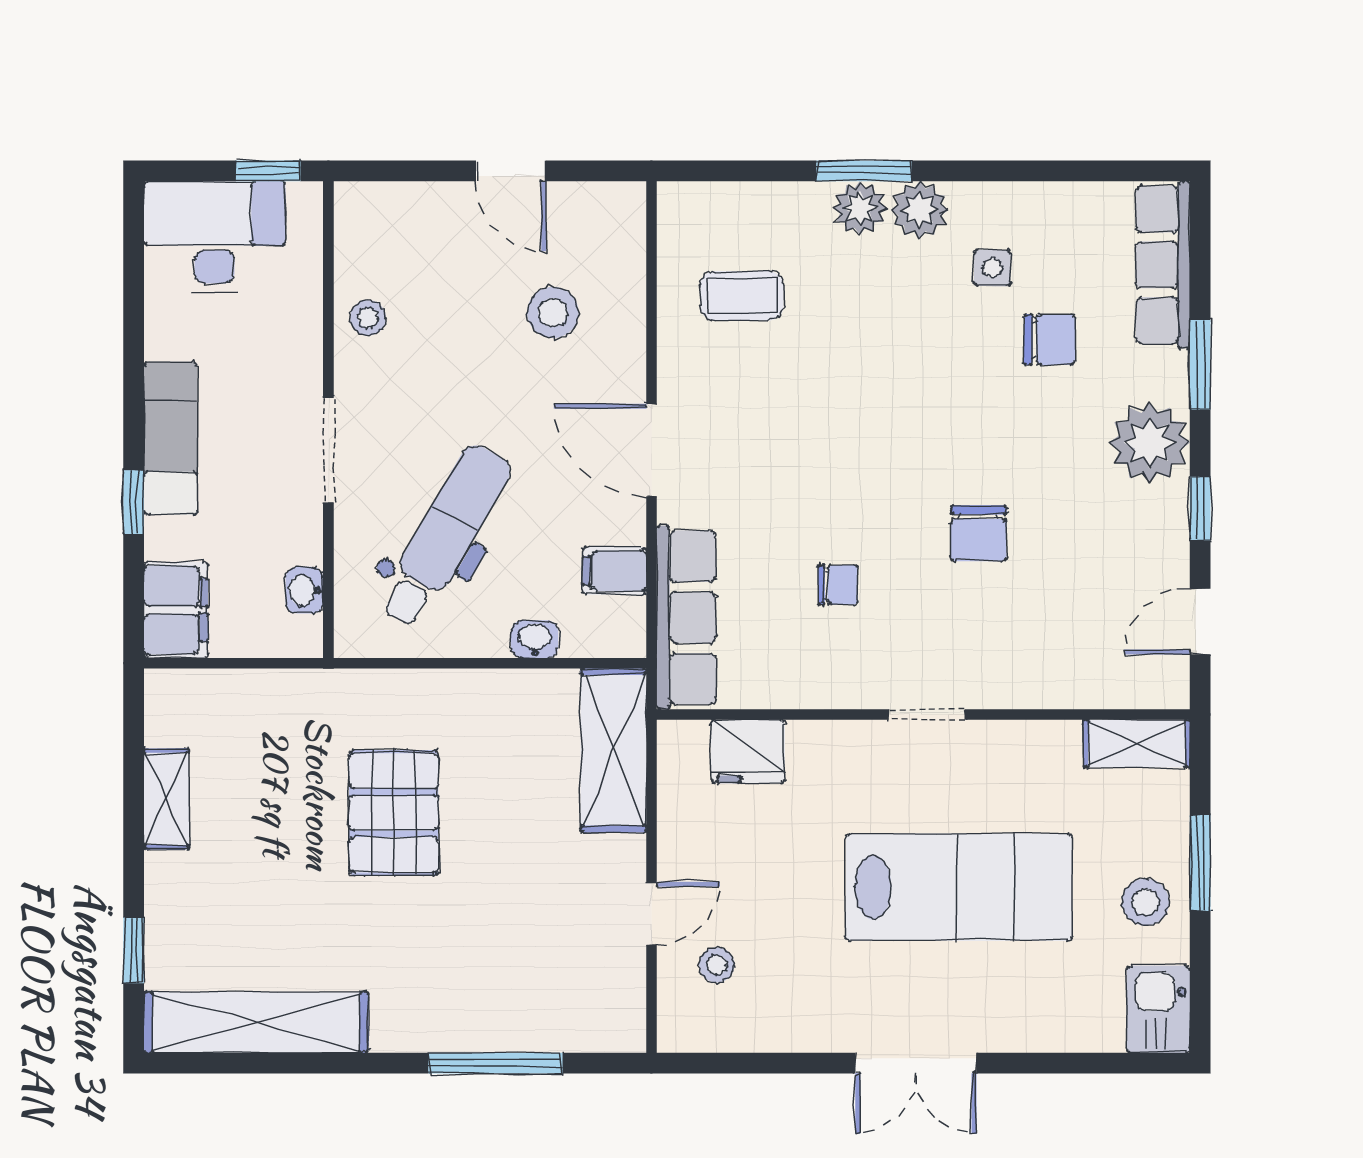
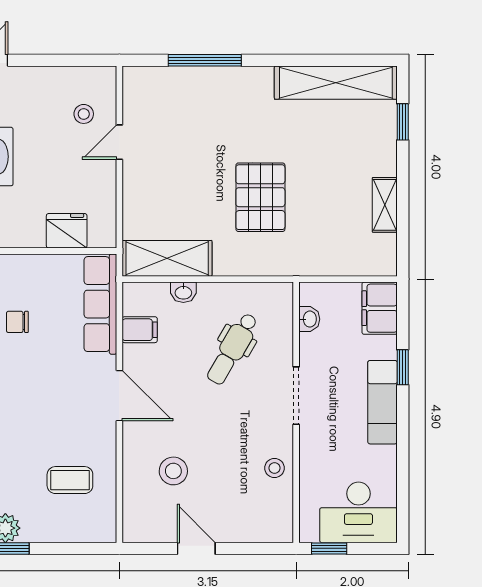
dental chair: (445, 536) -> (232, 349), width x0.73, depth x0.72
shelving: (614, 750) -> (167, 258), moved, turned 90

